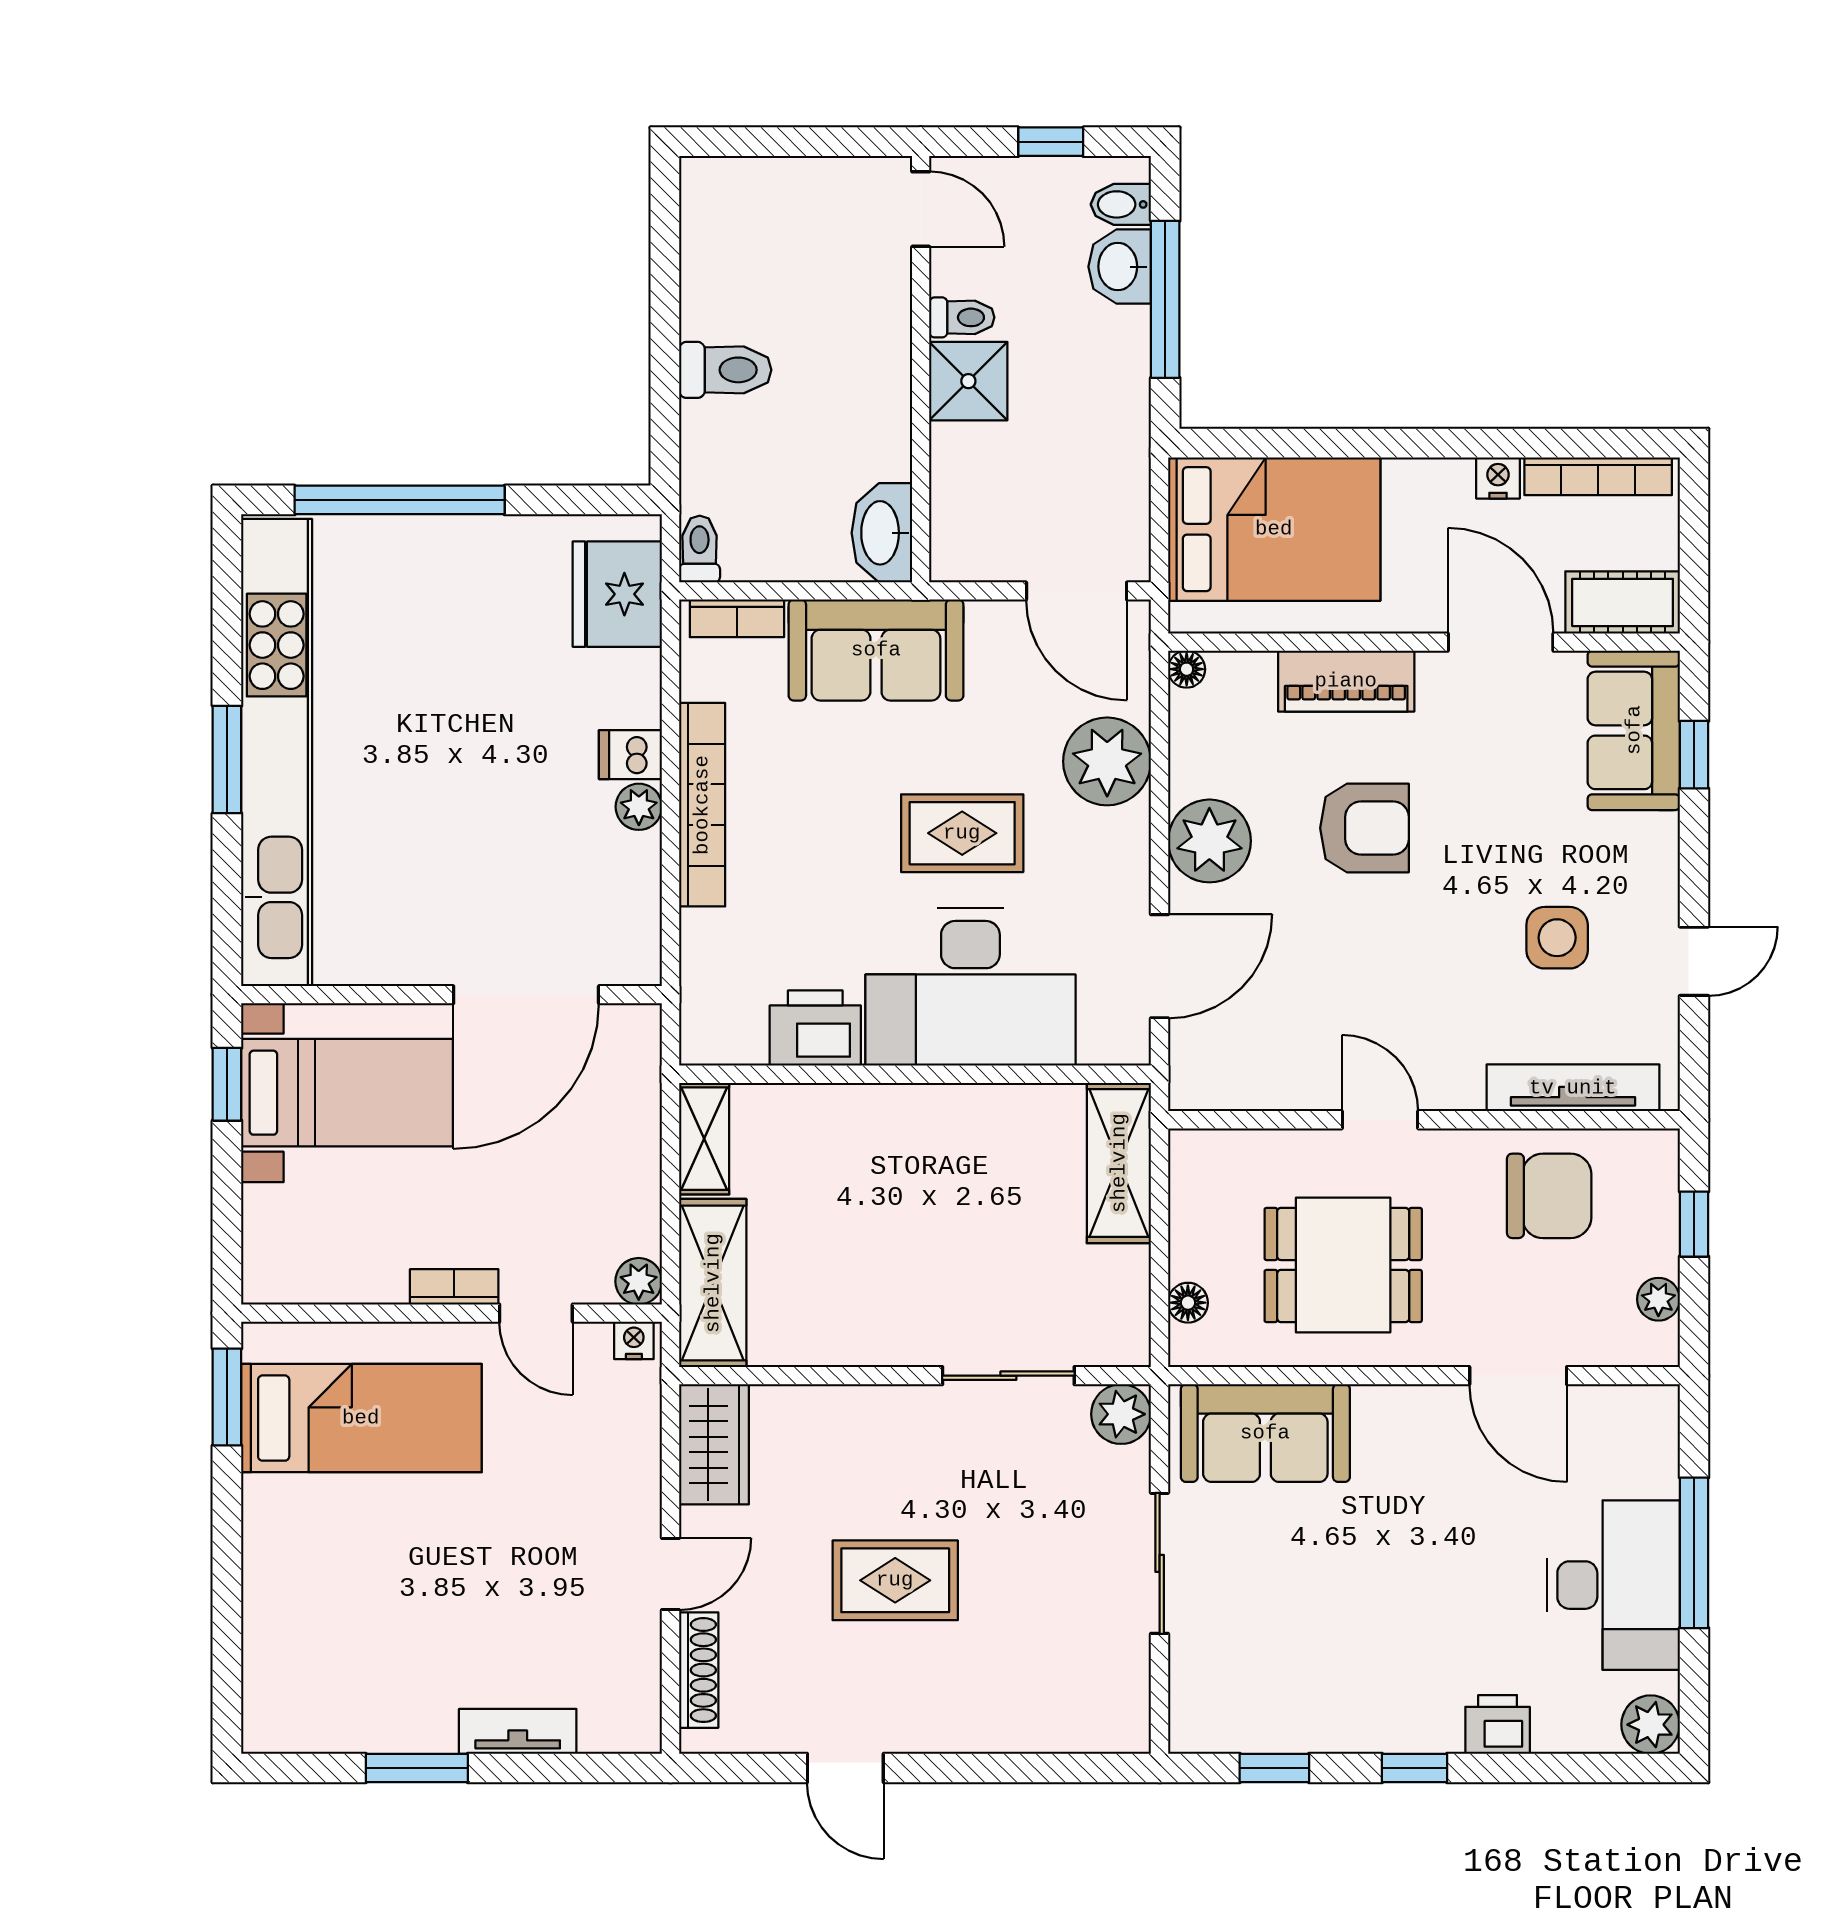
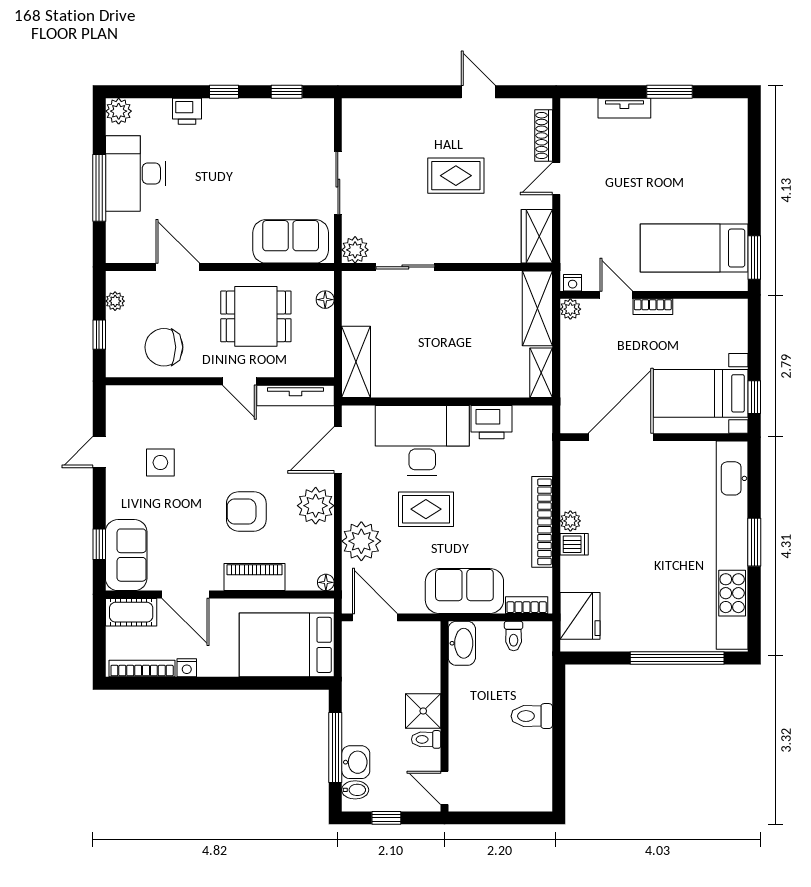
toilet: (700, 549) -> (514, 636), moved
tv unit: (1573, 1088) -> (295, 395), moved

